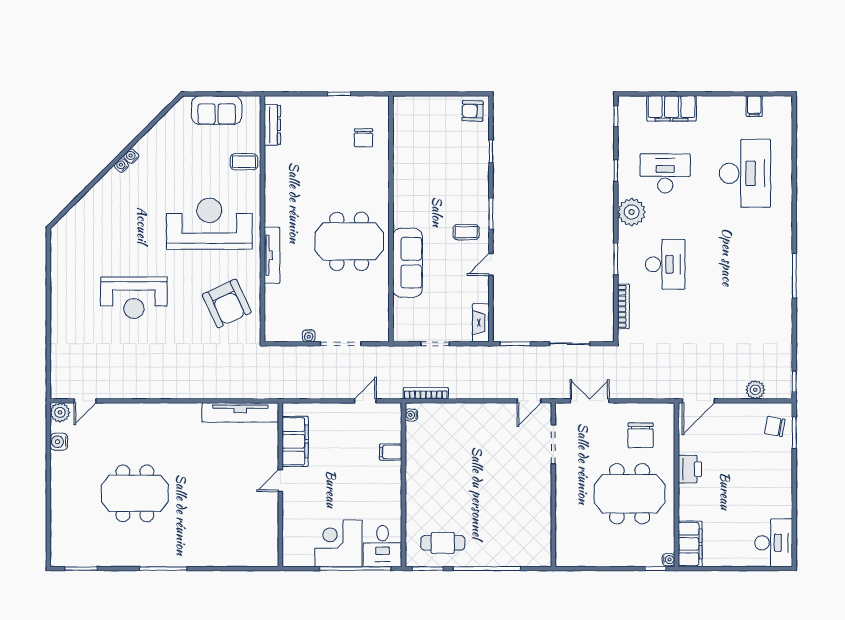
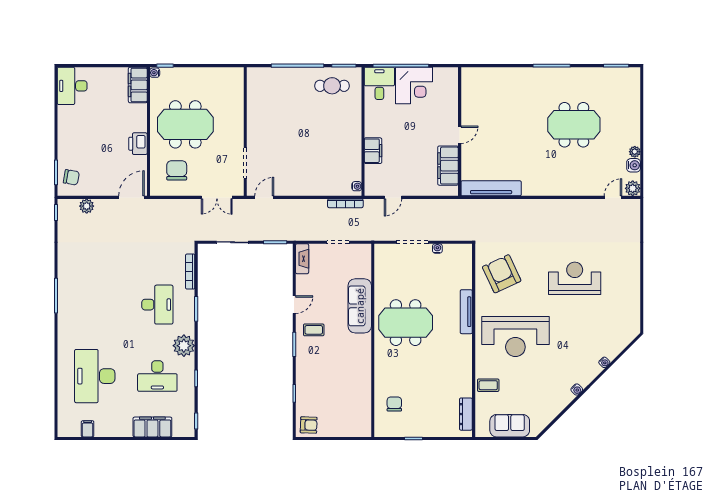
water cooler: (121, 165) -> (604, 362), moved
desk: (665, 264) -> (157, 305), turned 180
filing cabinet: (391, 452) -> (373, 151), width x2.00
plant: (57, 459) -> (635, 152), added

